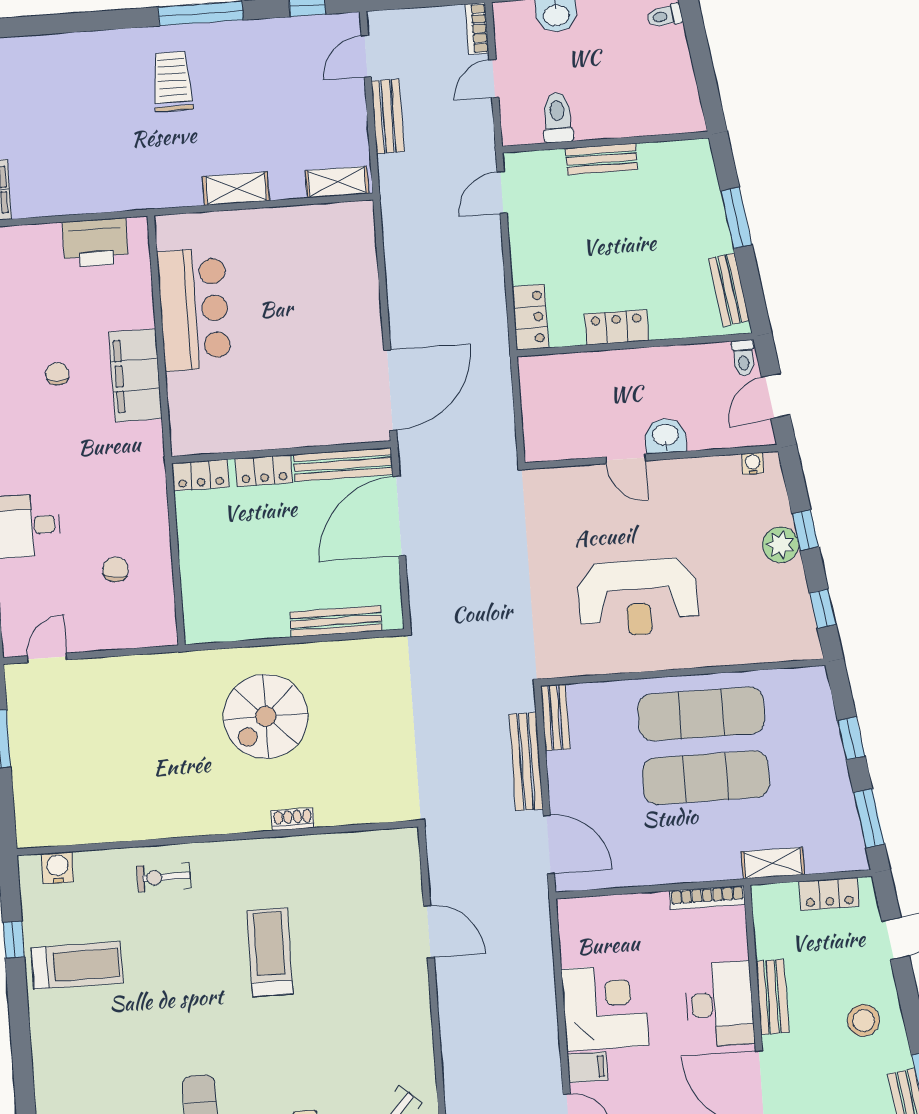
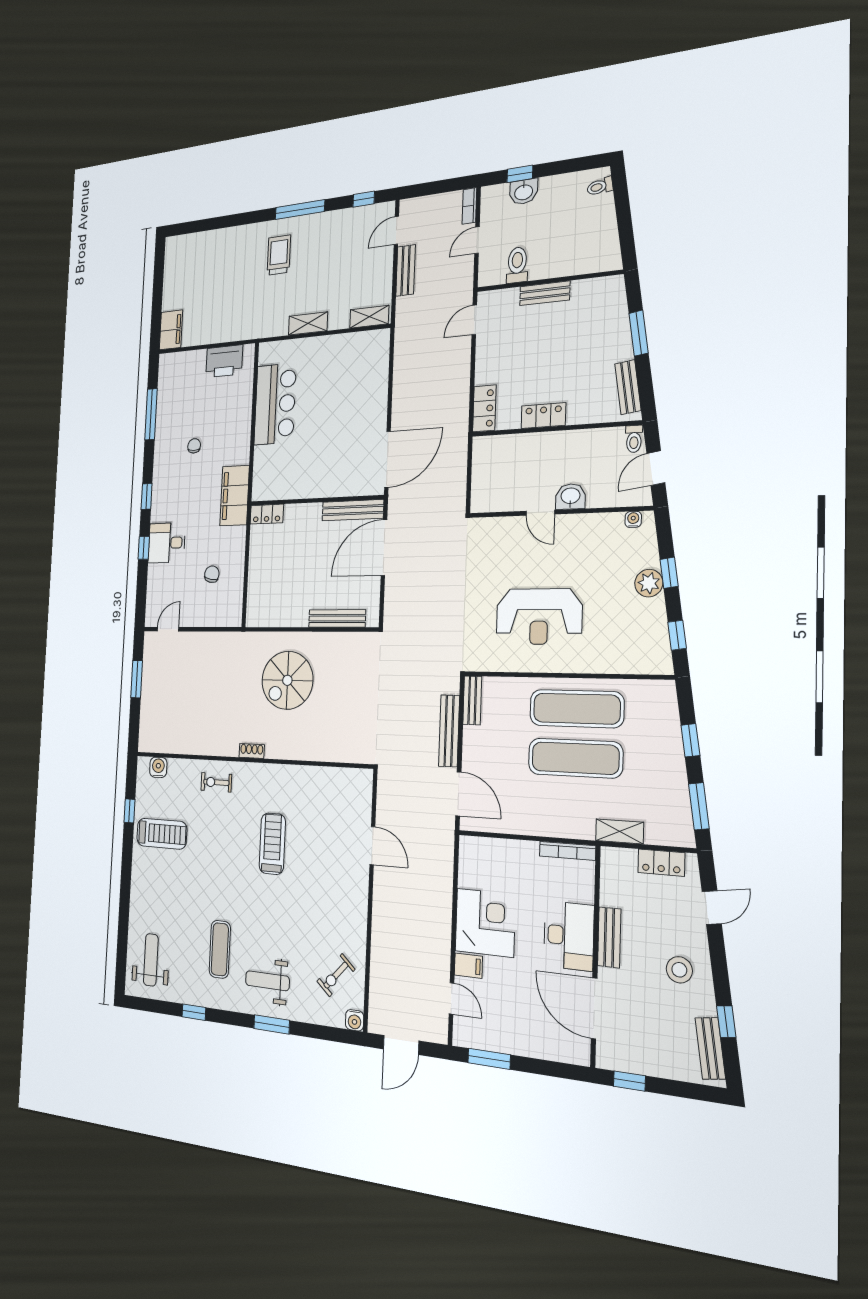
filing cabinet: (136, 375) -> (235, 496), moved
locker: (264, 471) -> (304, 513), removed
shoe rack: (293, 819) -> (252, 751), moved

